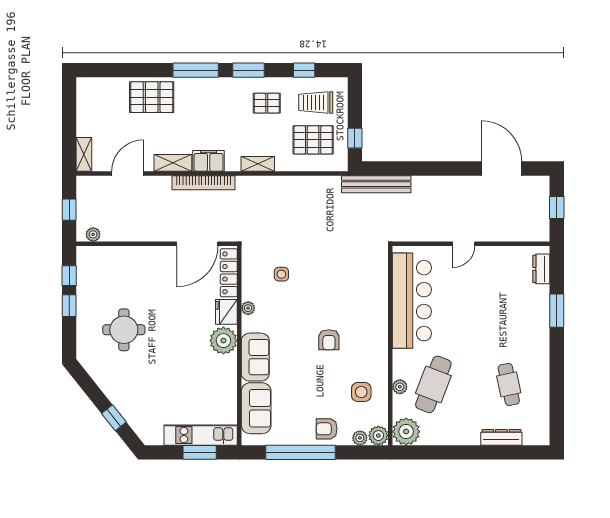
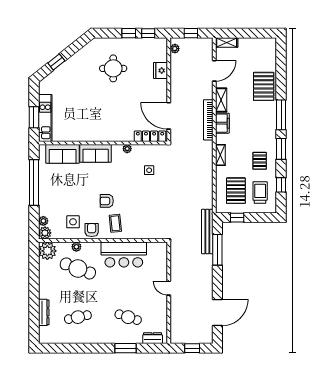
window: (404, 168) -> (217, 250), added
door: (128, 173) -> (214, 71), hinge flipped
bar counter: (412, 301) -> (124, 255), width x0.73
cafe table: (509, 307) -> (128, 317), added
fridge: (226, 312) -> (161, 70), moved, turned -90
coffee table: (364, 326) -> (115, 223), added
plant: (223, 341) -> (106, 133), removed
armchair: (327, 429) -> (92, 230), moved

